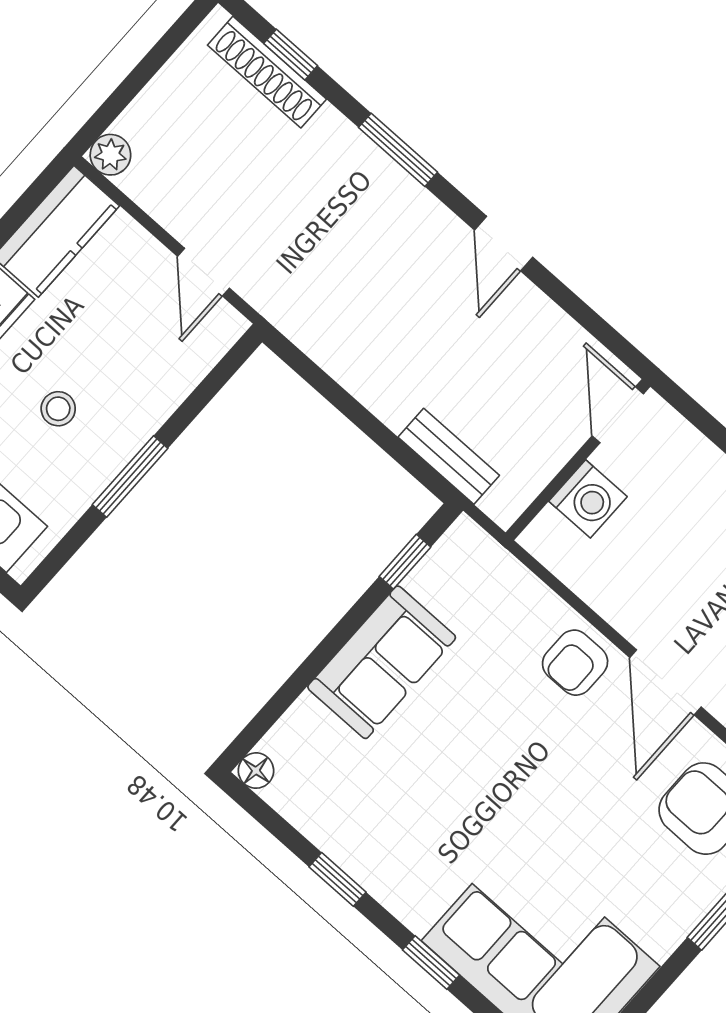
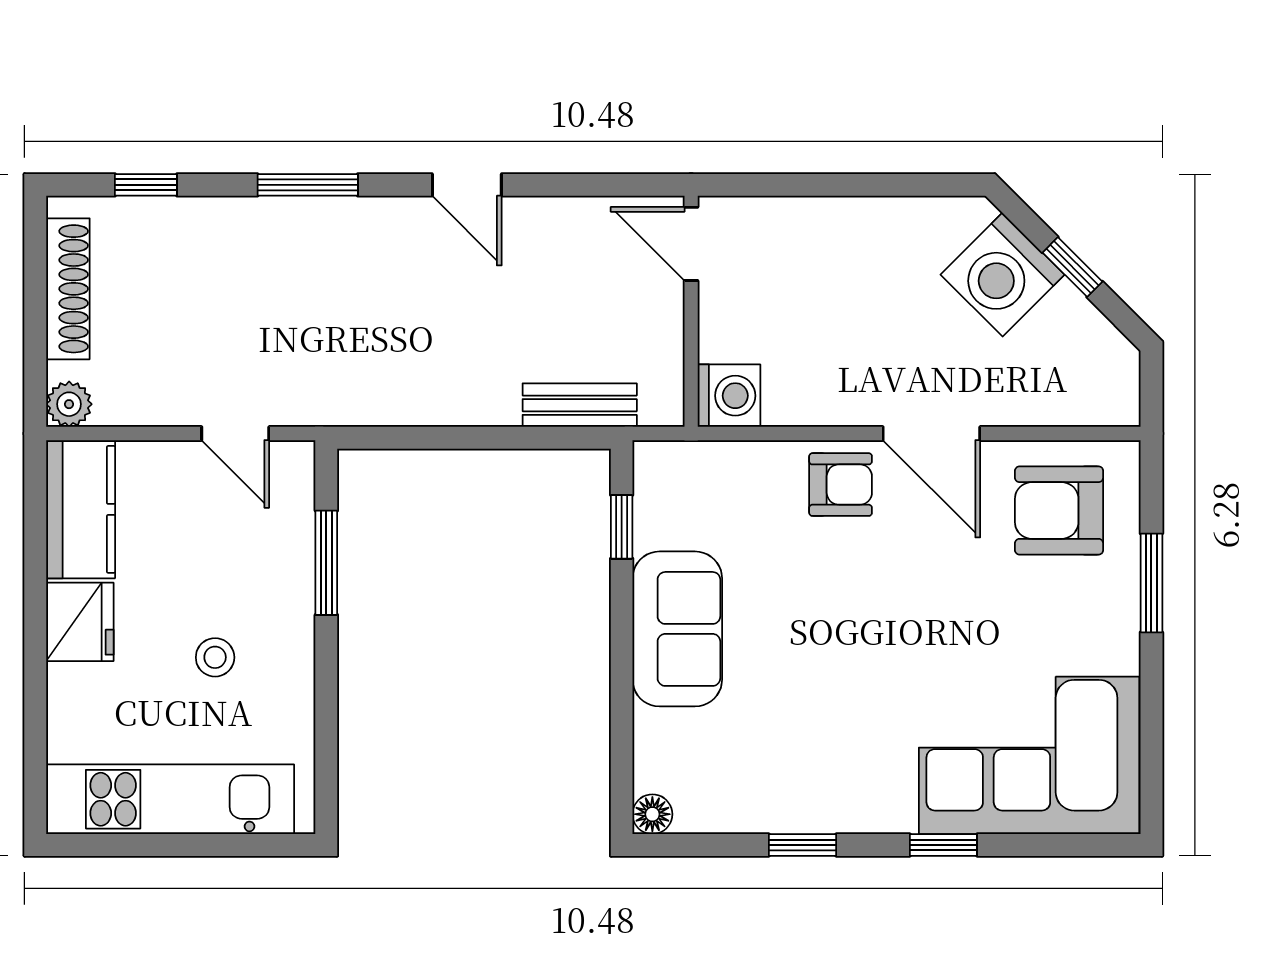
shoe rack: (267, 72) -> (68, 289), moved, turned -90
window: (130, 476) -> (326, 563), moved
washing machine: (588, 499) -> (729, 396), moved
armchair: (575, 663) -> (841, 485), turned -90

